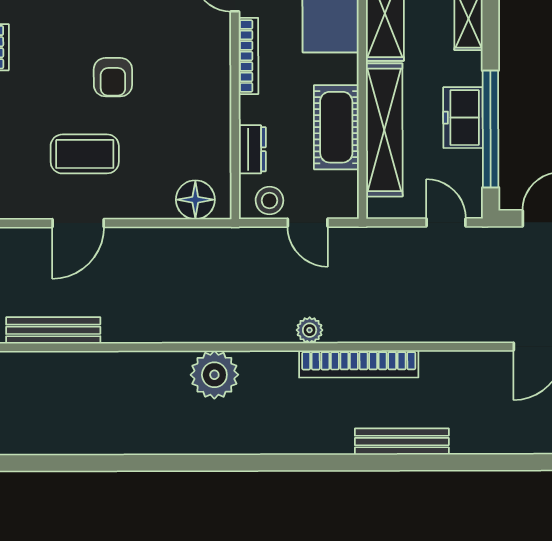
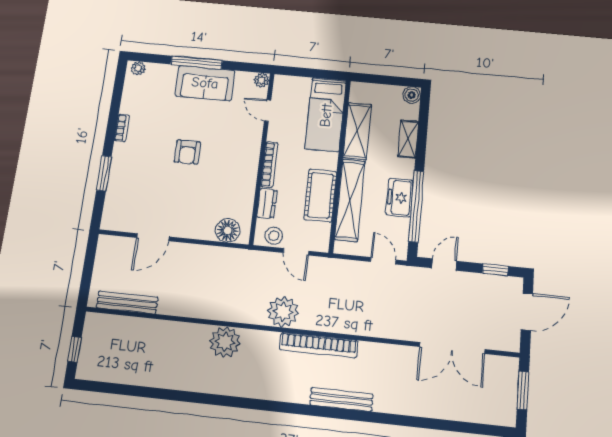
bookcase: (248, 56) -> (269, 165), moved
coffee table: (85, 154) -> (163, 196), removed
plant: (310, 330) -> (283, 312), width x1.88, depth x1.88

